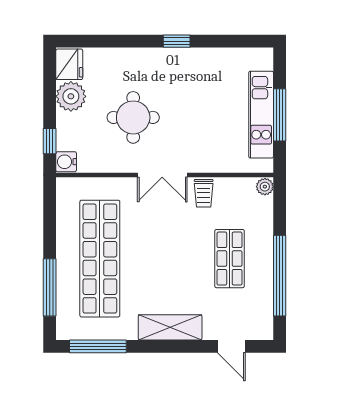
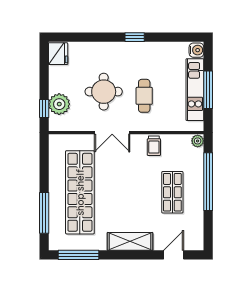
plant: (71, 96) -> (59, 104), moved
cafe table: (190, 123) -> (144, 96), added
water cooler: (66, 162) -> (196, 50), moved, turned 180
double door: (162, 175) -> (112, 133), moved
window: (280, 276) -> (208, 182), moved
door: (231, 346) -> (174, 255), swing flipped

